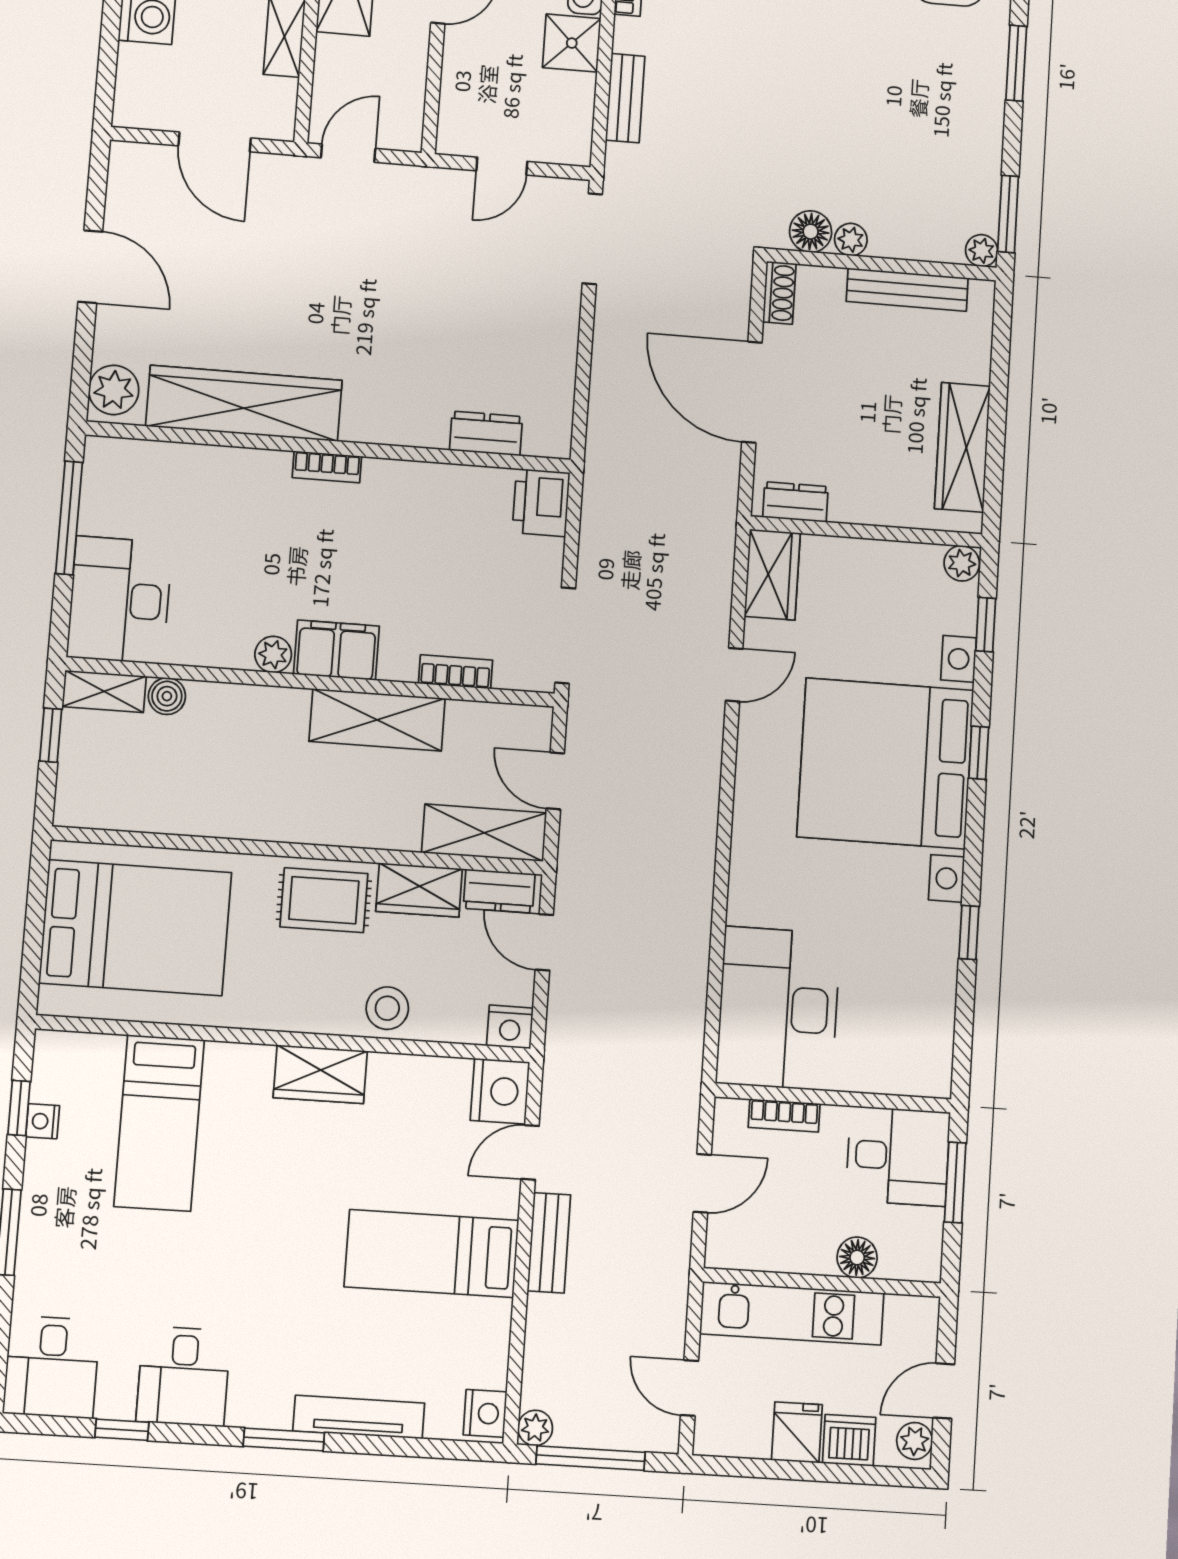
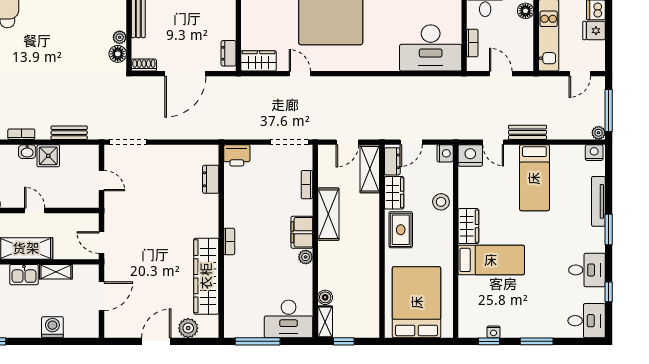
plant: (114, 390) -> (188, 328), moved
bed: (159, 1123) -> (491, 260), moved

